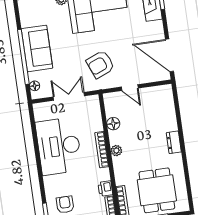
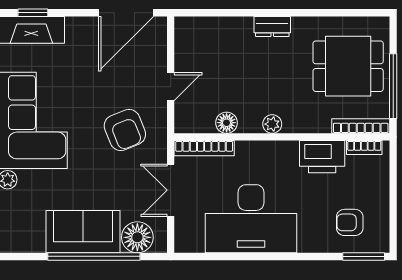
floor lamp: (35, 86) -> (137, 237), width x1.89, depth x1.89
bookcase: (102, 150) -> (204, 148), moved
printer: (105, 188) -> (322, 157), width x1.87, depth x1.48

